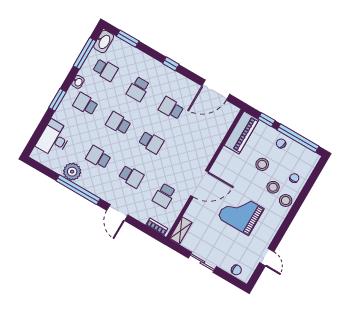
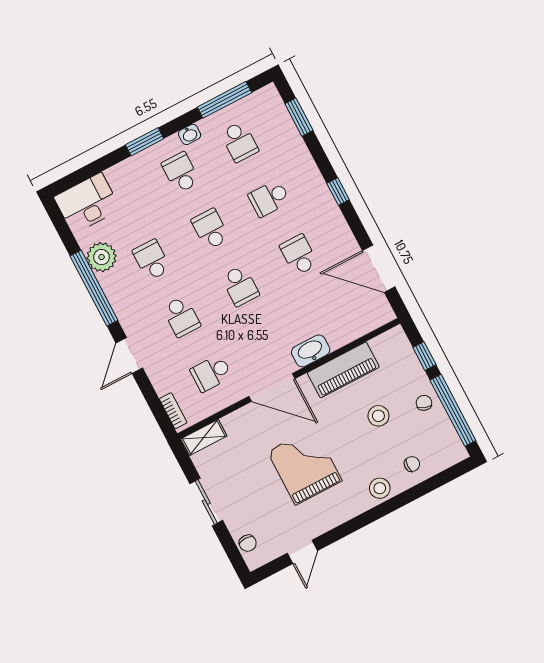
washbasin: (104, 41) -> (311, 351), moved, turned 180
piano: (241, 132) -> (343, 370), moved
desk: (54, 139) -> (87, 203), moved
stool: (273, 187) -> (374, 458), removed

